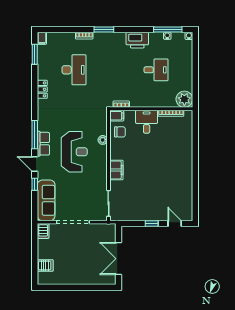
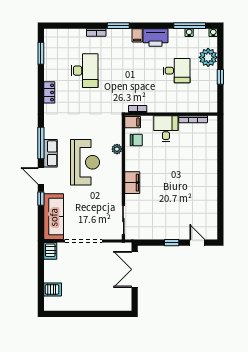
filing cabinet: (42, 38) -> (137, 35), moved
window: (195, 75) -> (220, 77), added
plant: (184, 99) -> (208, 57), moved
double door: (119, 259) -> (135, 269), moved

